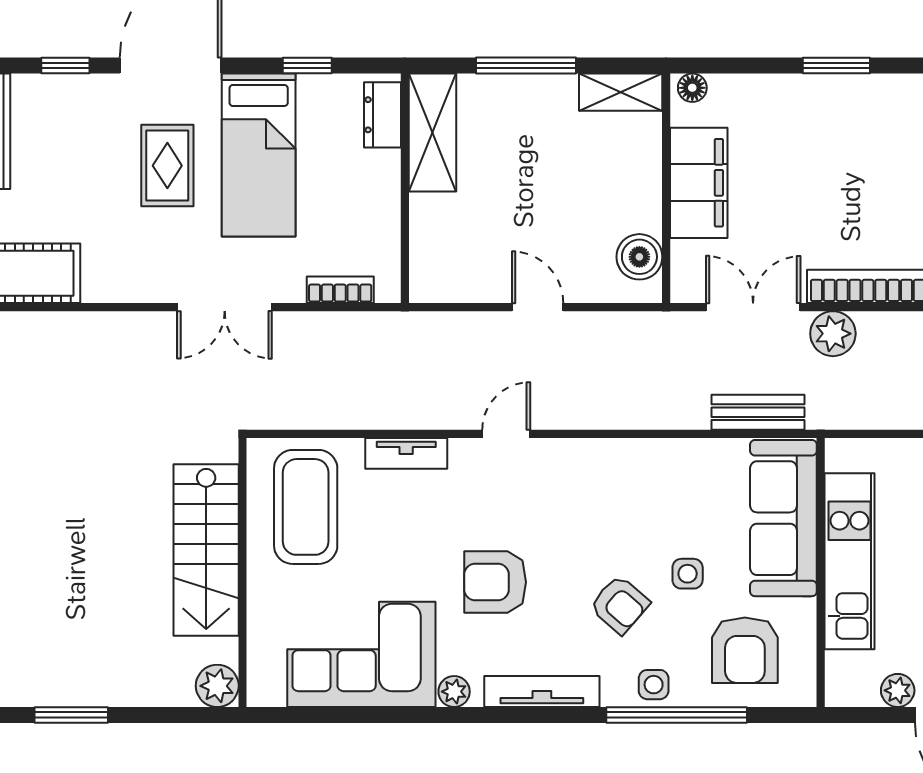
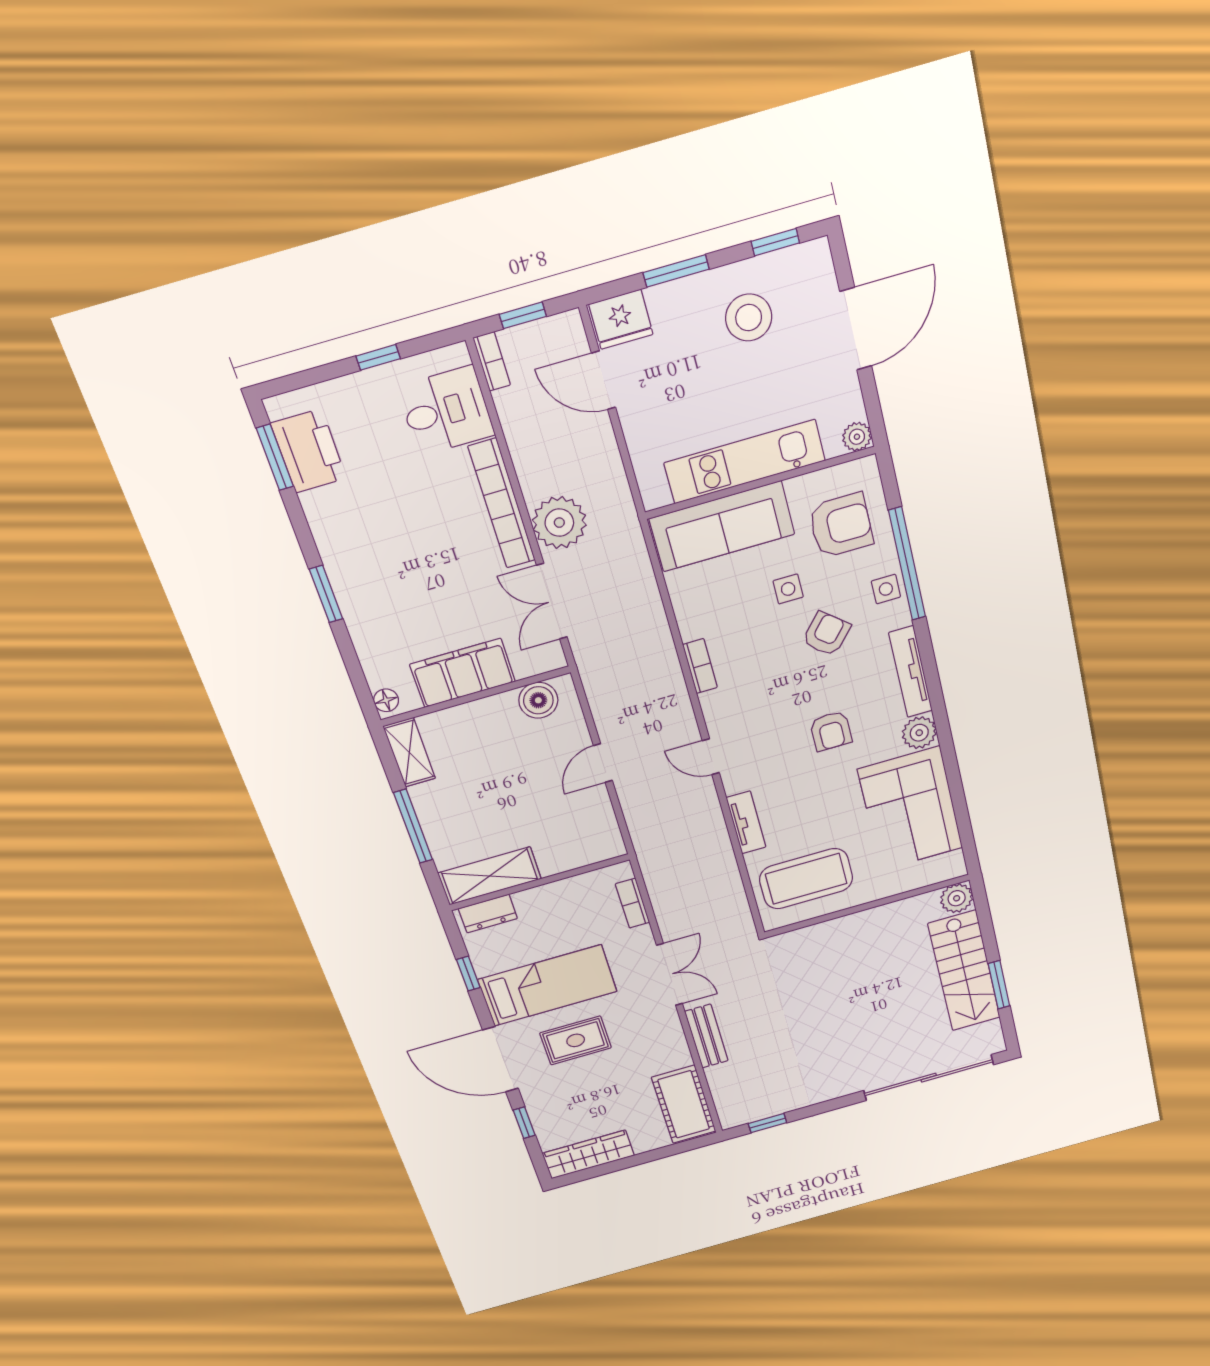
plant: (833, 334) -> (559, 523), width x1.36, depth x1.36
bench: (758, 412) -> (706, 1036), moved
bookcase: (625, 451) -> (700, 666), added
stairs: (206, 550) -> (964, 971), moved, turned 90
armchair: (495, 582) -> (831, 731), width x0.72, depth x0.72
plant: (898, 690) -> (857, 437), moved
plant: (454, 692) -> (919, 733), width x1.38, depth x1.38

